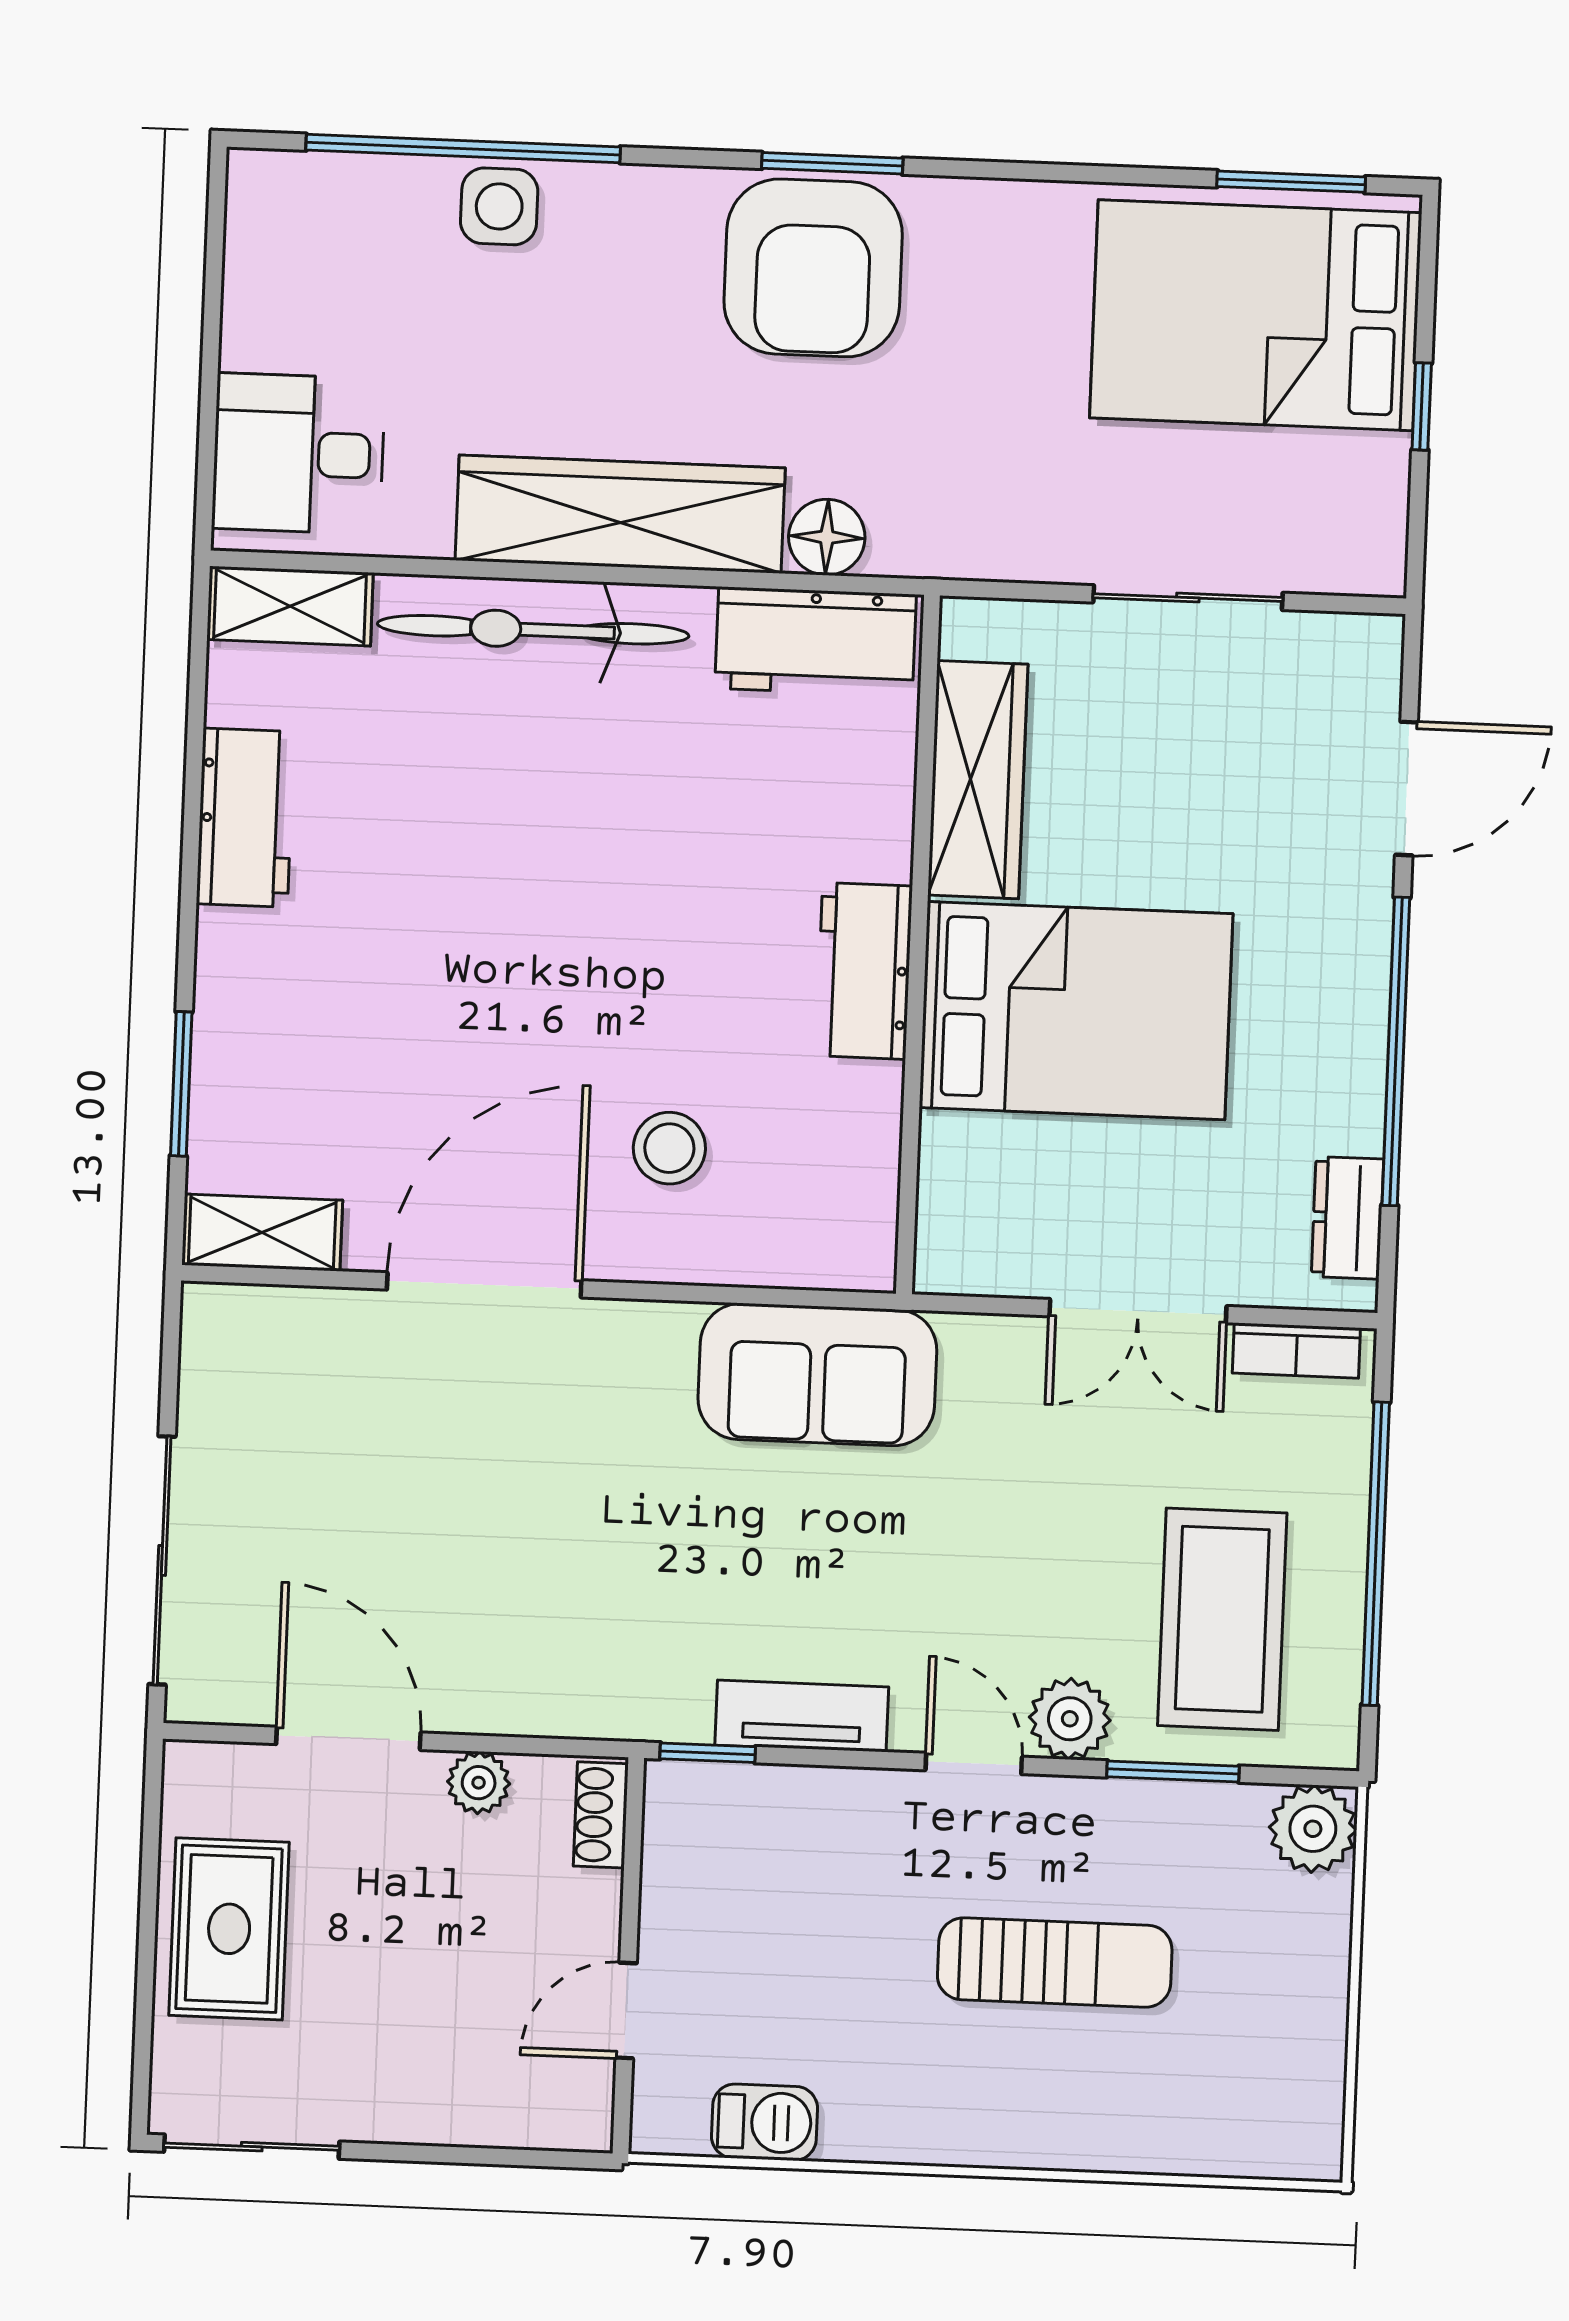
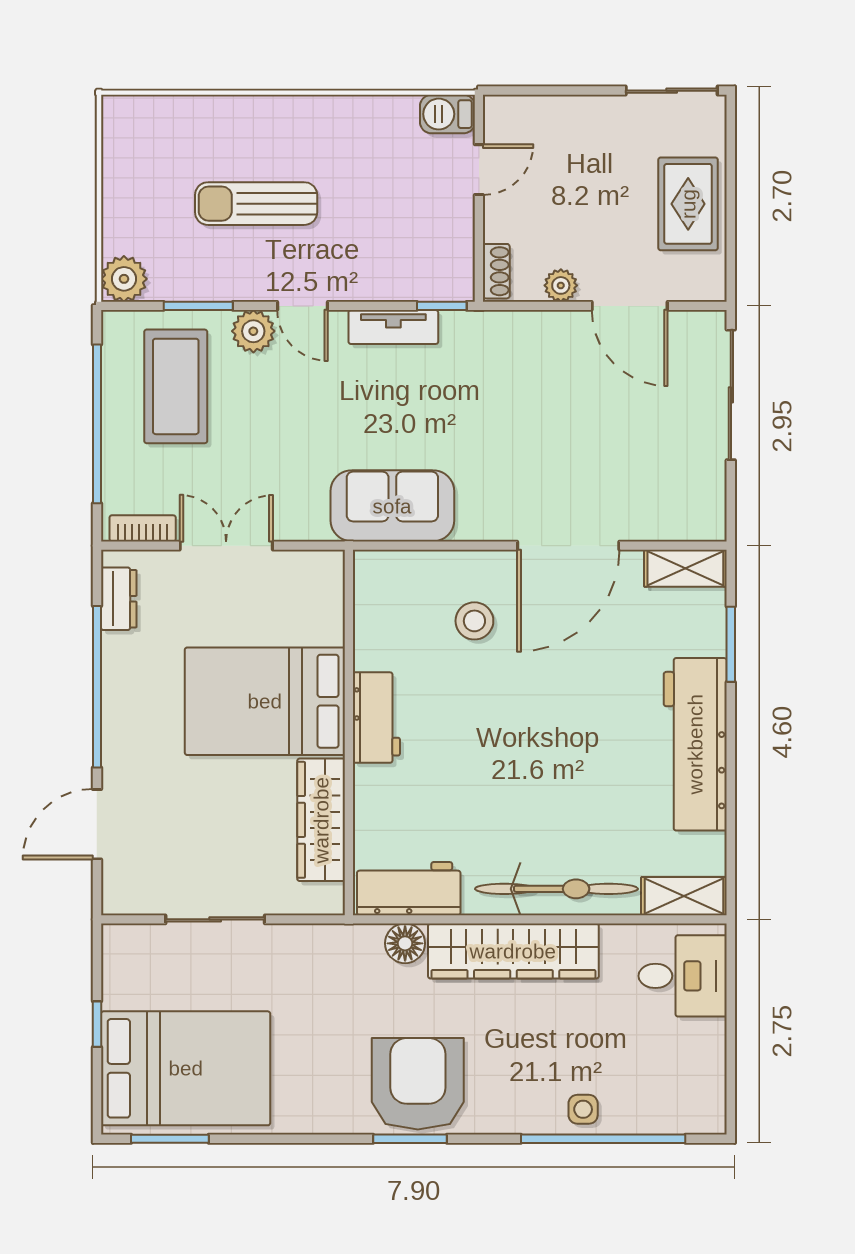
side table: (499, 206) -> (583, 1109), width x0.73, depth x0.73
workbench: (245, 818) -> (695, 744), width x1.88, depth x1.32
barbecue: (764, 2122) -> (447, 114), moved

